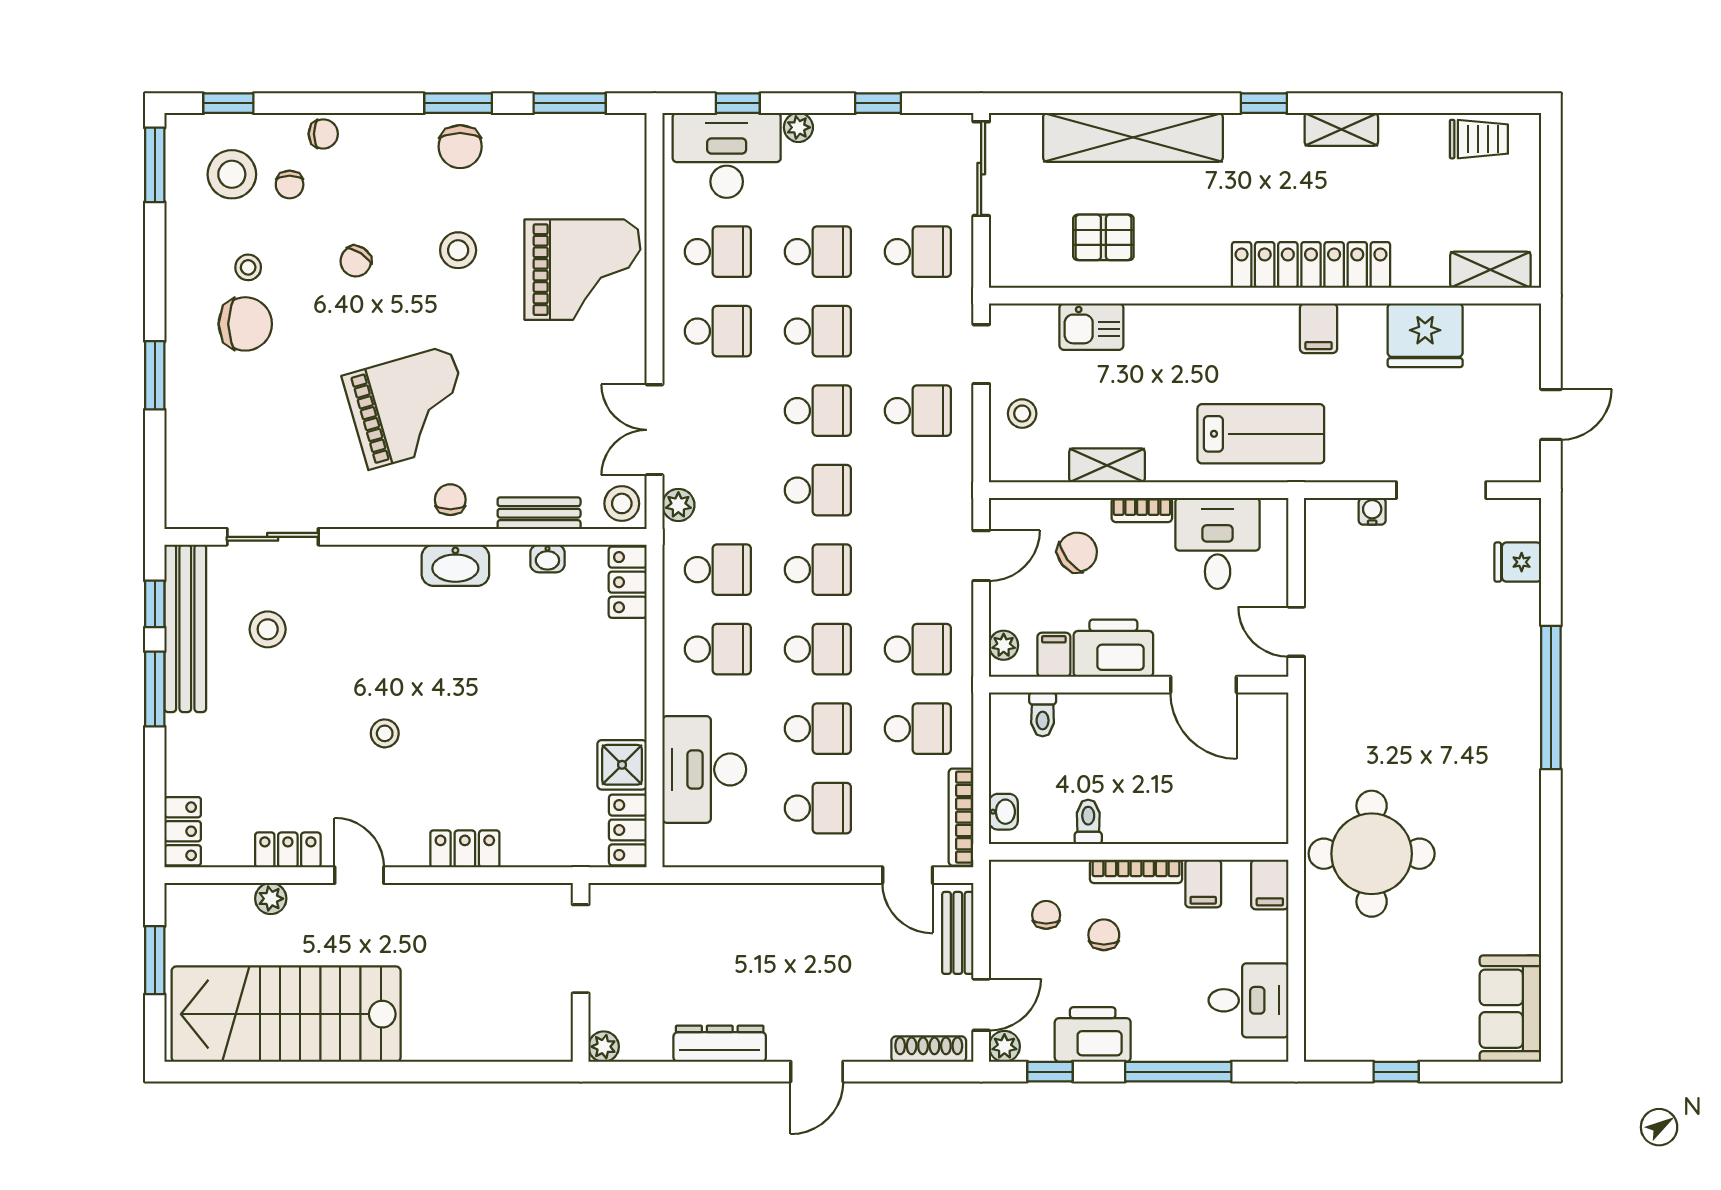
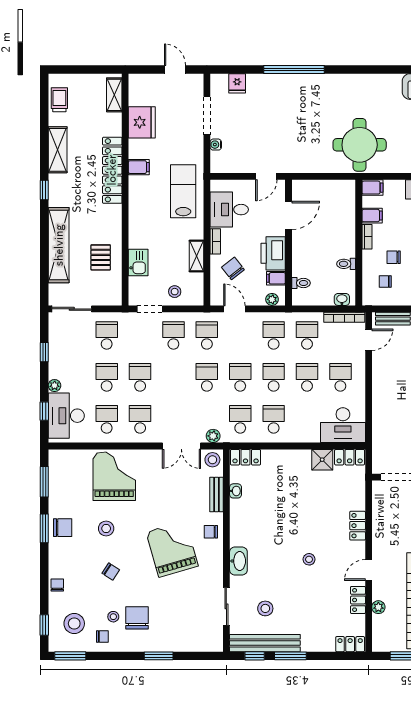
shelving: (1341, 129) -> (58, 150), width x1.50, depth x1.33
chair: (290, 185) -> (102, 637), moved
school desk: (818, 411) -> (207, 335), moved
washbasin: (455, 565) -> (238, 561), moved
desk: (704, 769) -> (343, 425), moved
bookcase: (1136, 871) -> (367, 237), width x0.64

